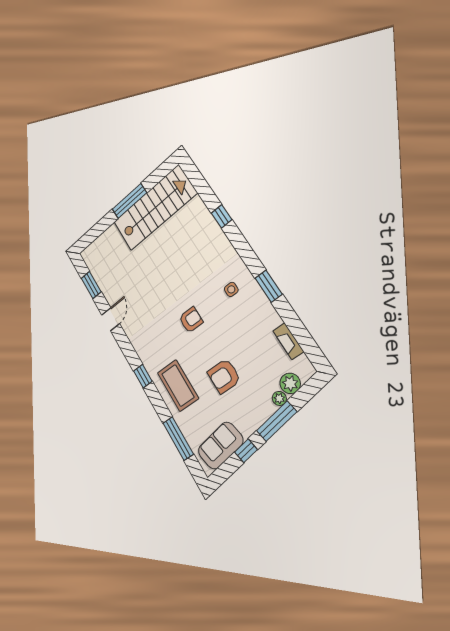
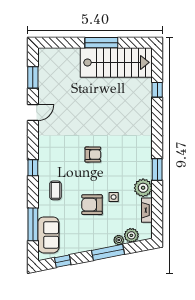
window: (222, 216) -> (157, 90), moved
side table: (231, 289) -> (114, 197), moved
plant: (267, 318) -> (143, 188), added
coffee table: (178, 386) -> (55, 190), width x0.54, depth x0.58
sofa: (220, 446) -> (48, 235), moved, turned 101
window: (246, 451) -> (63, 261), moved

